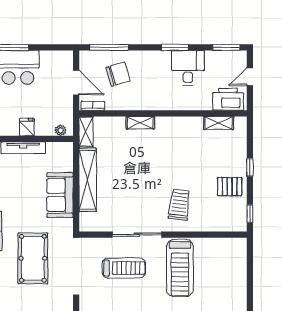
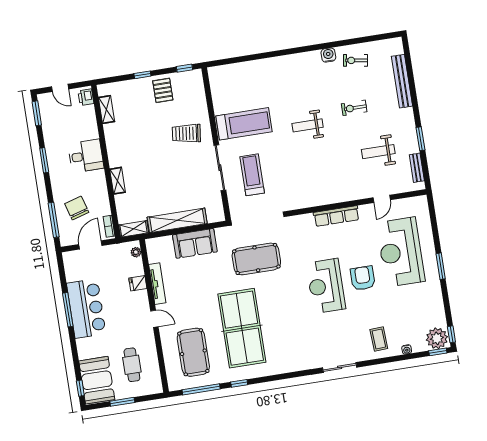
desk: (188, 68) -> (86, 156), moved, turned 180
printer: (228, 99) -> (86, 97), width x0.53, depth x0.68

